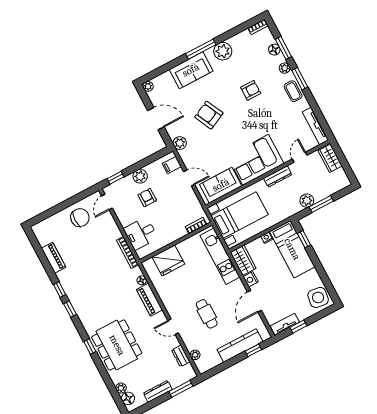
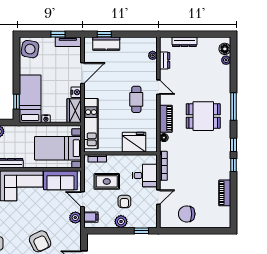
plant: (180, 143) -> (75, 218), moved
door: (107, 202) -> (158, 197), moved
rug: (175, 208) -> (107, 181), added
cafe table: (207, 314) -> (136, 99), moved
dining table: (117, 345) -> (203, 116), moved, width x0.73
kitchen counter: (240, 346) -> (106, 44), width x0.67
window: (90, 347) -> (233, 106), width x2.17
window: (181, 389) -> (179, 34), removed
dresser: (158, 391) -> (184, 42), moved

